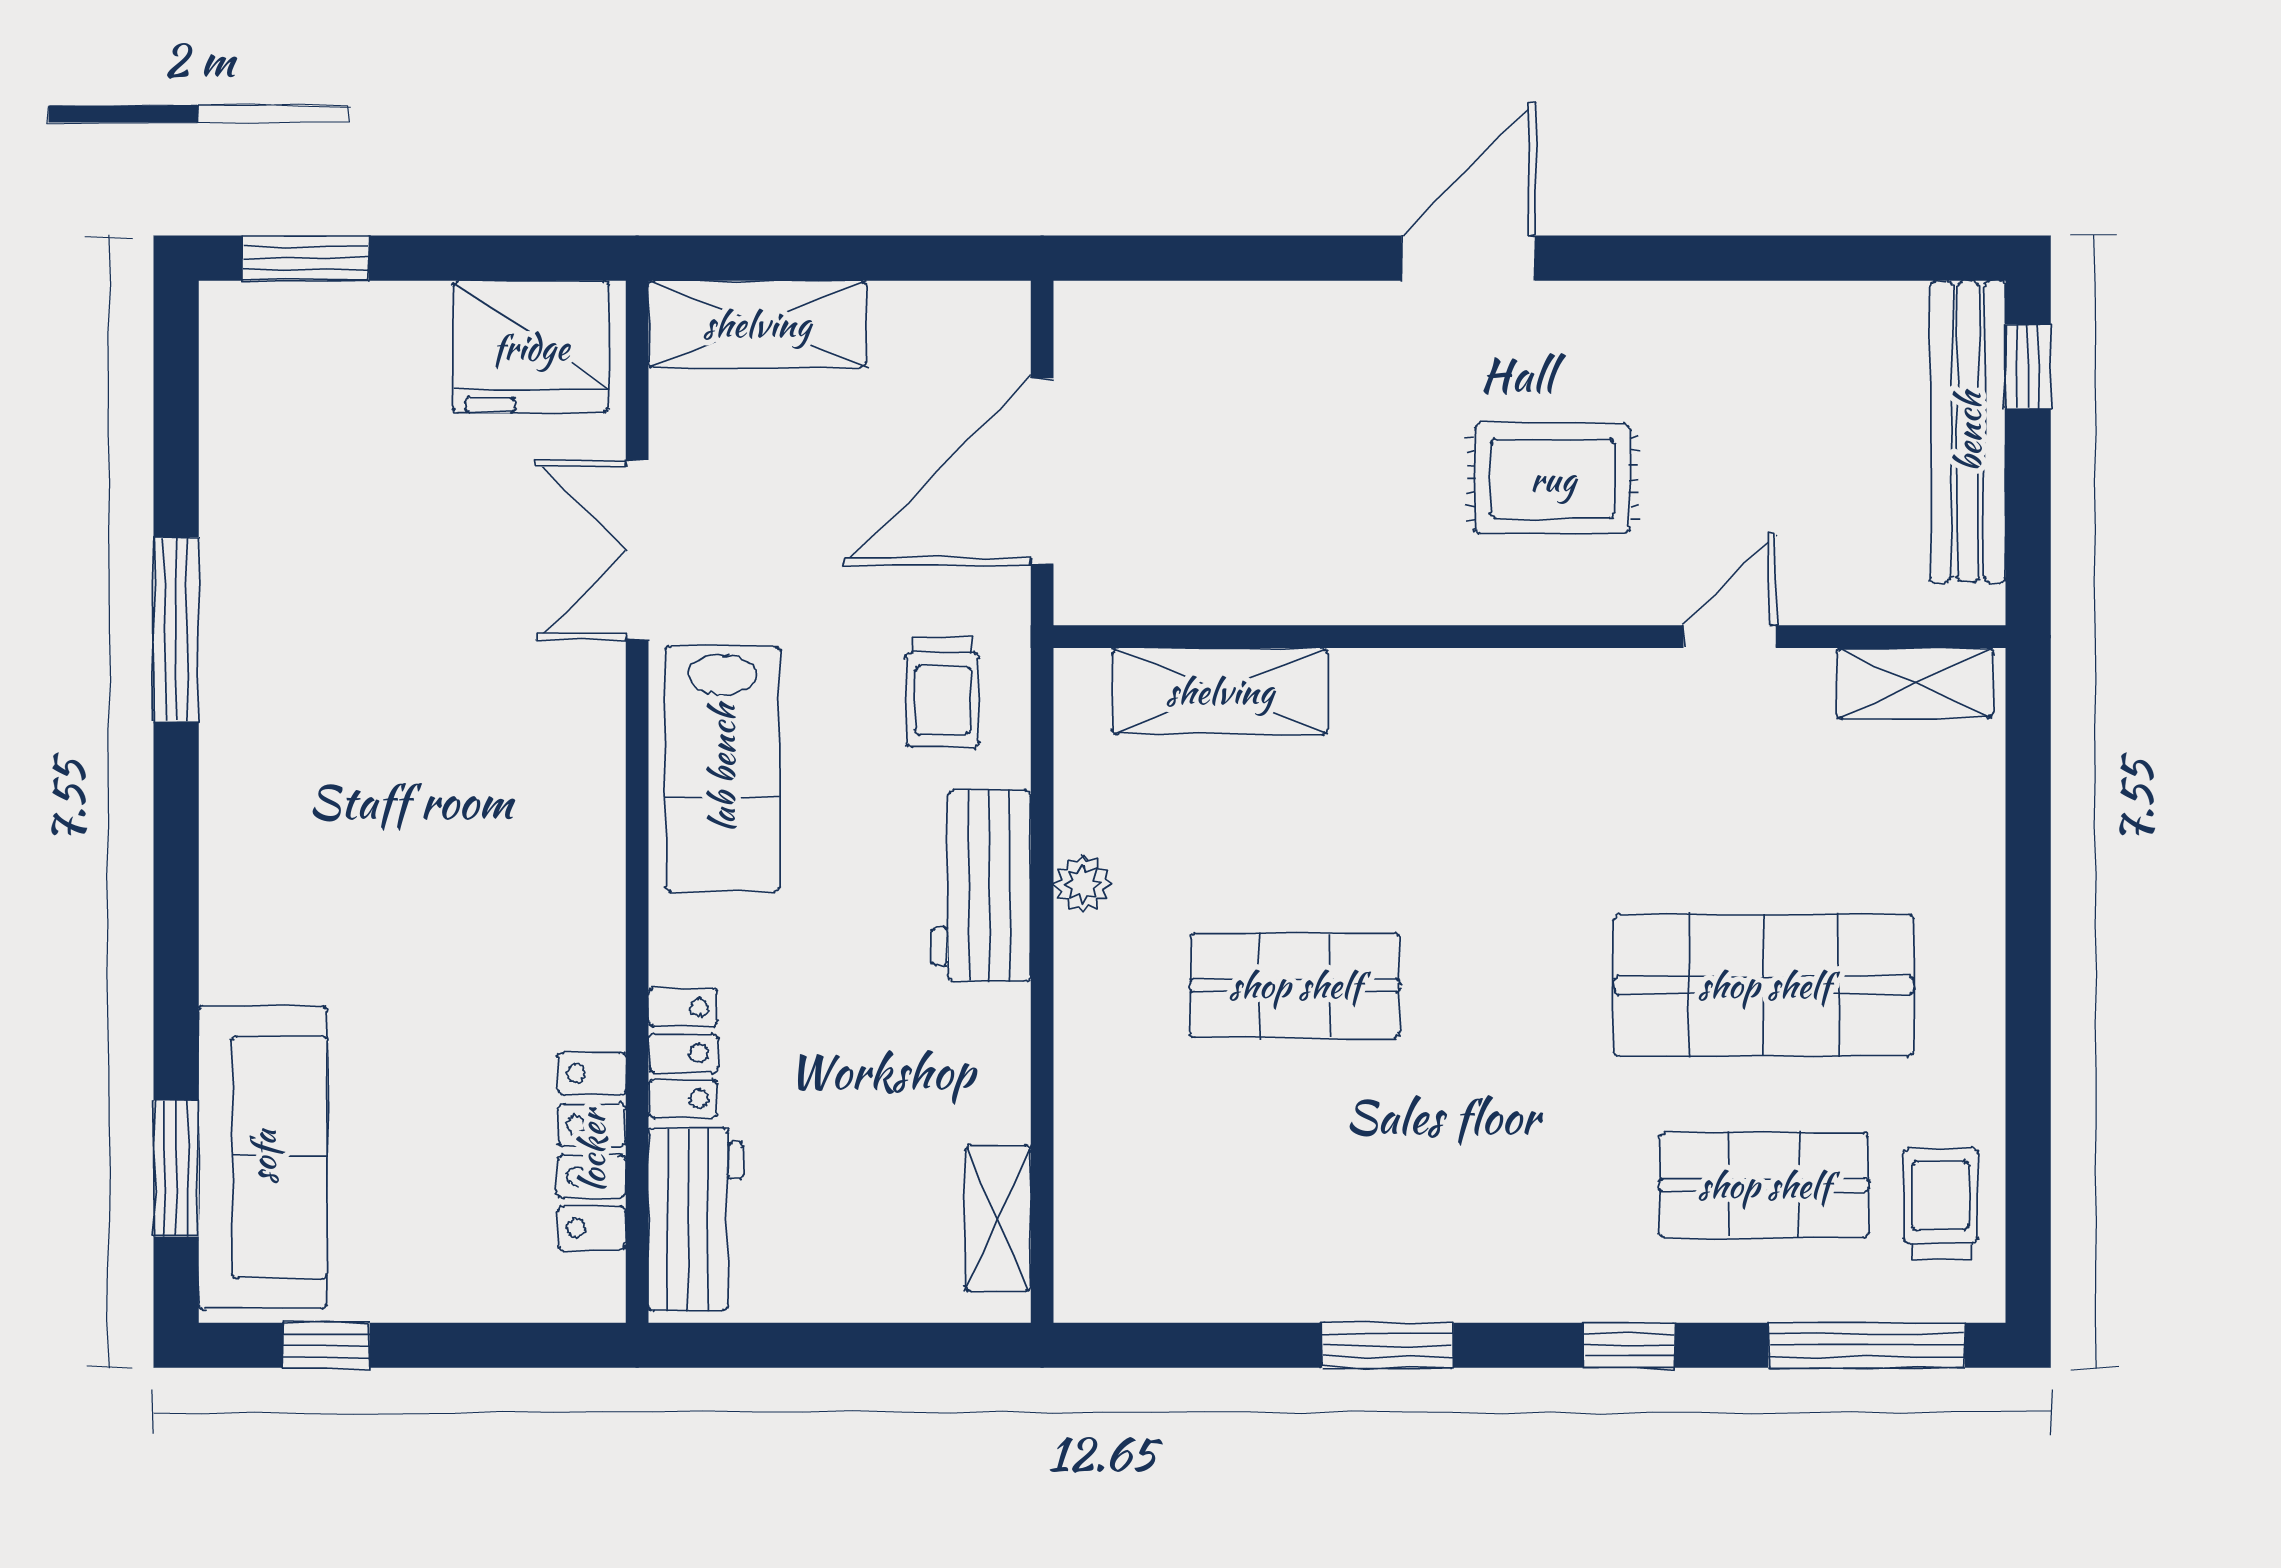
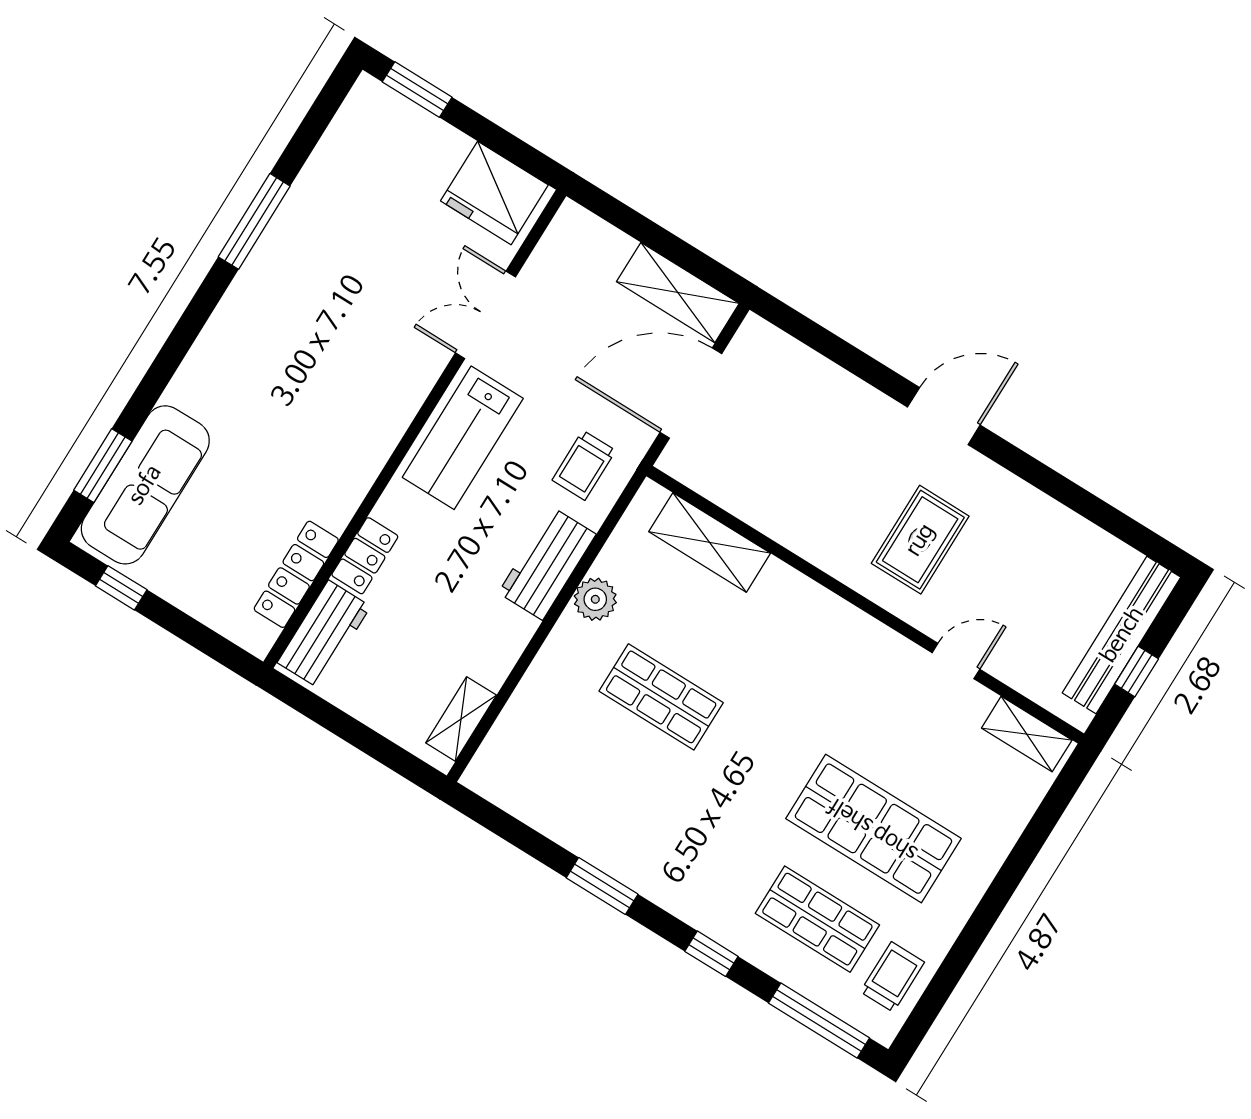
shelving: (757, 324) -> (678, 293), moved
window: (2028, 367) -> (1137, 672), moved
rug: (1553, 479) -> (920, 540), turned 90
plant: (1083, 884) -> (595, 599), width x1.38, depth x1.38

